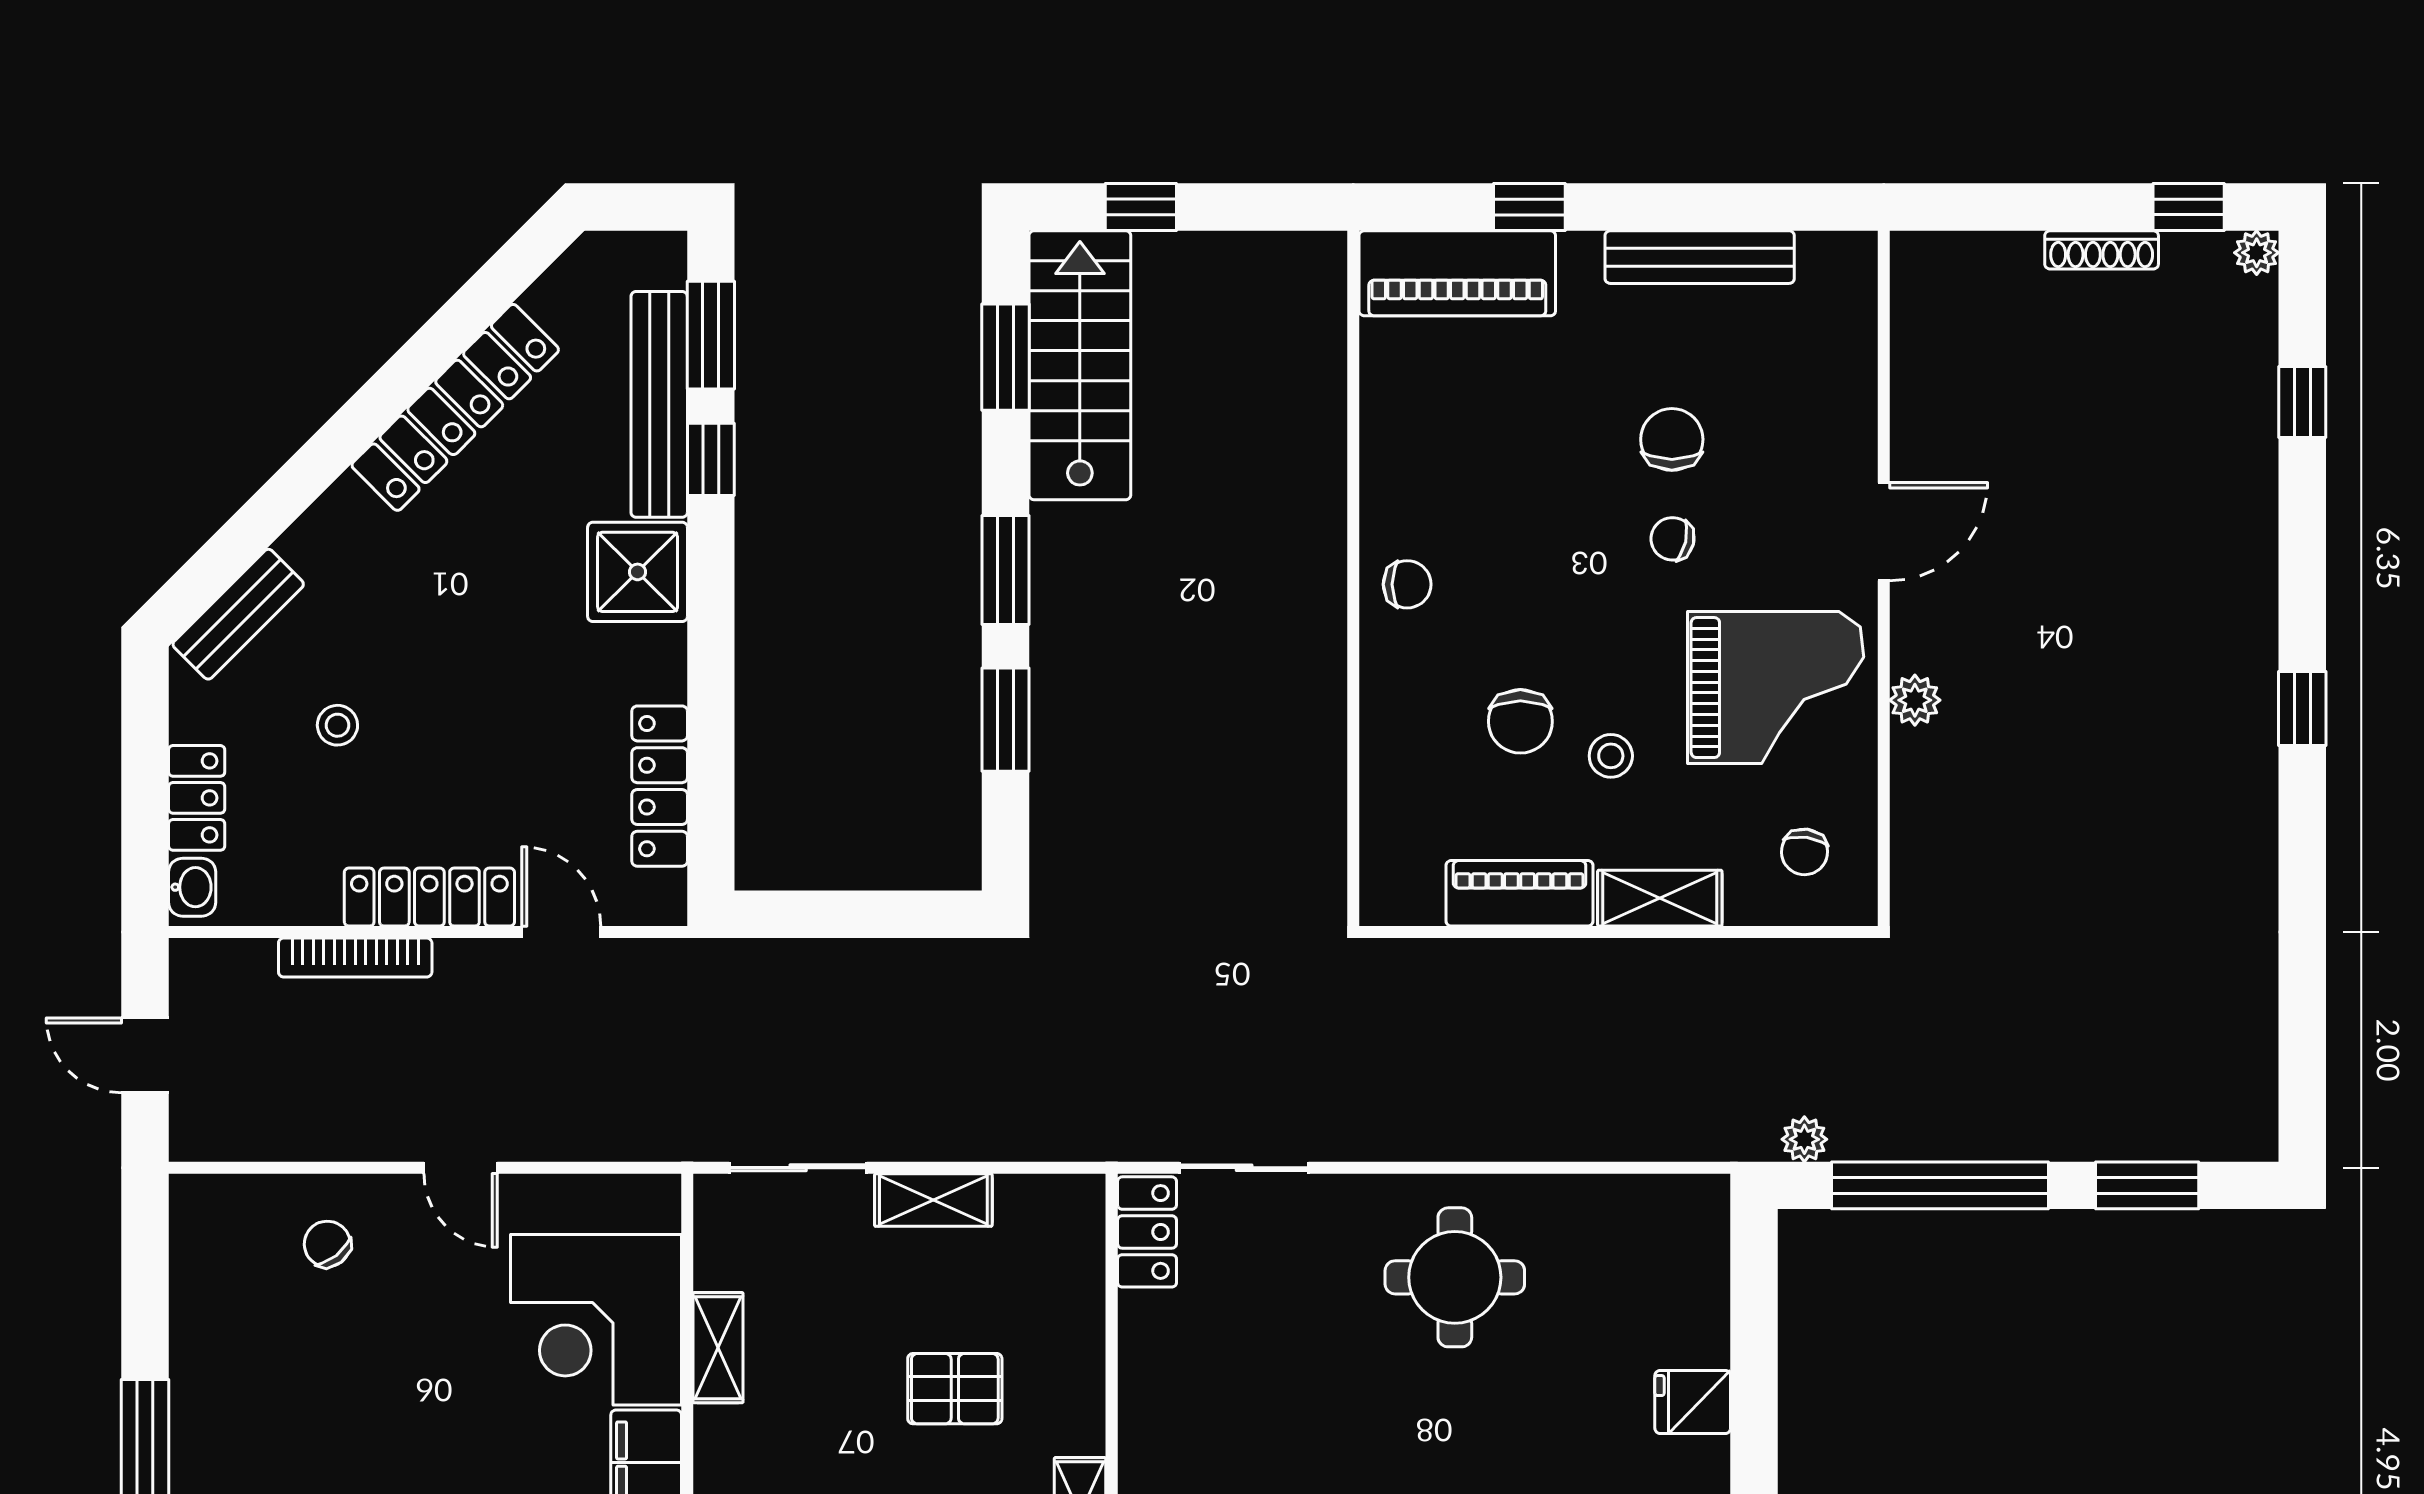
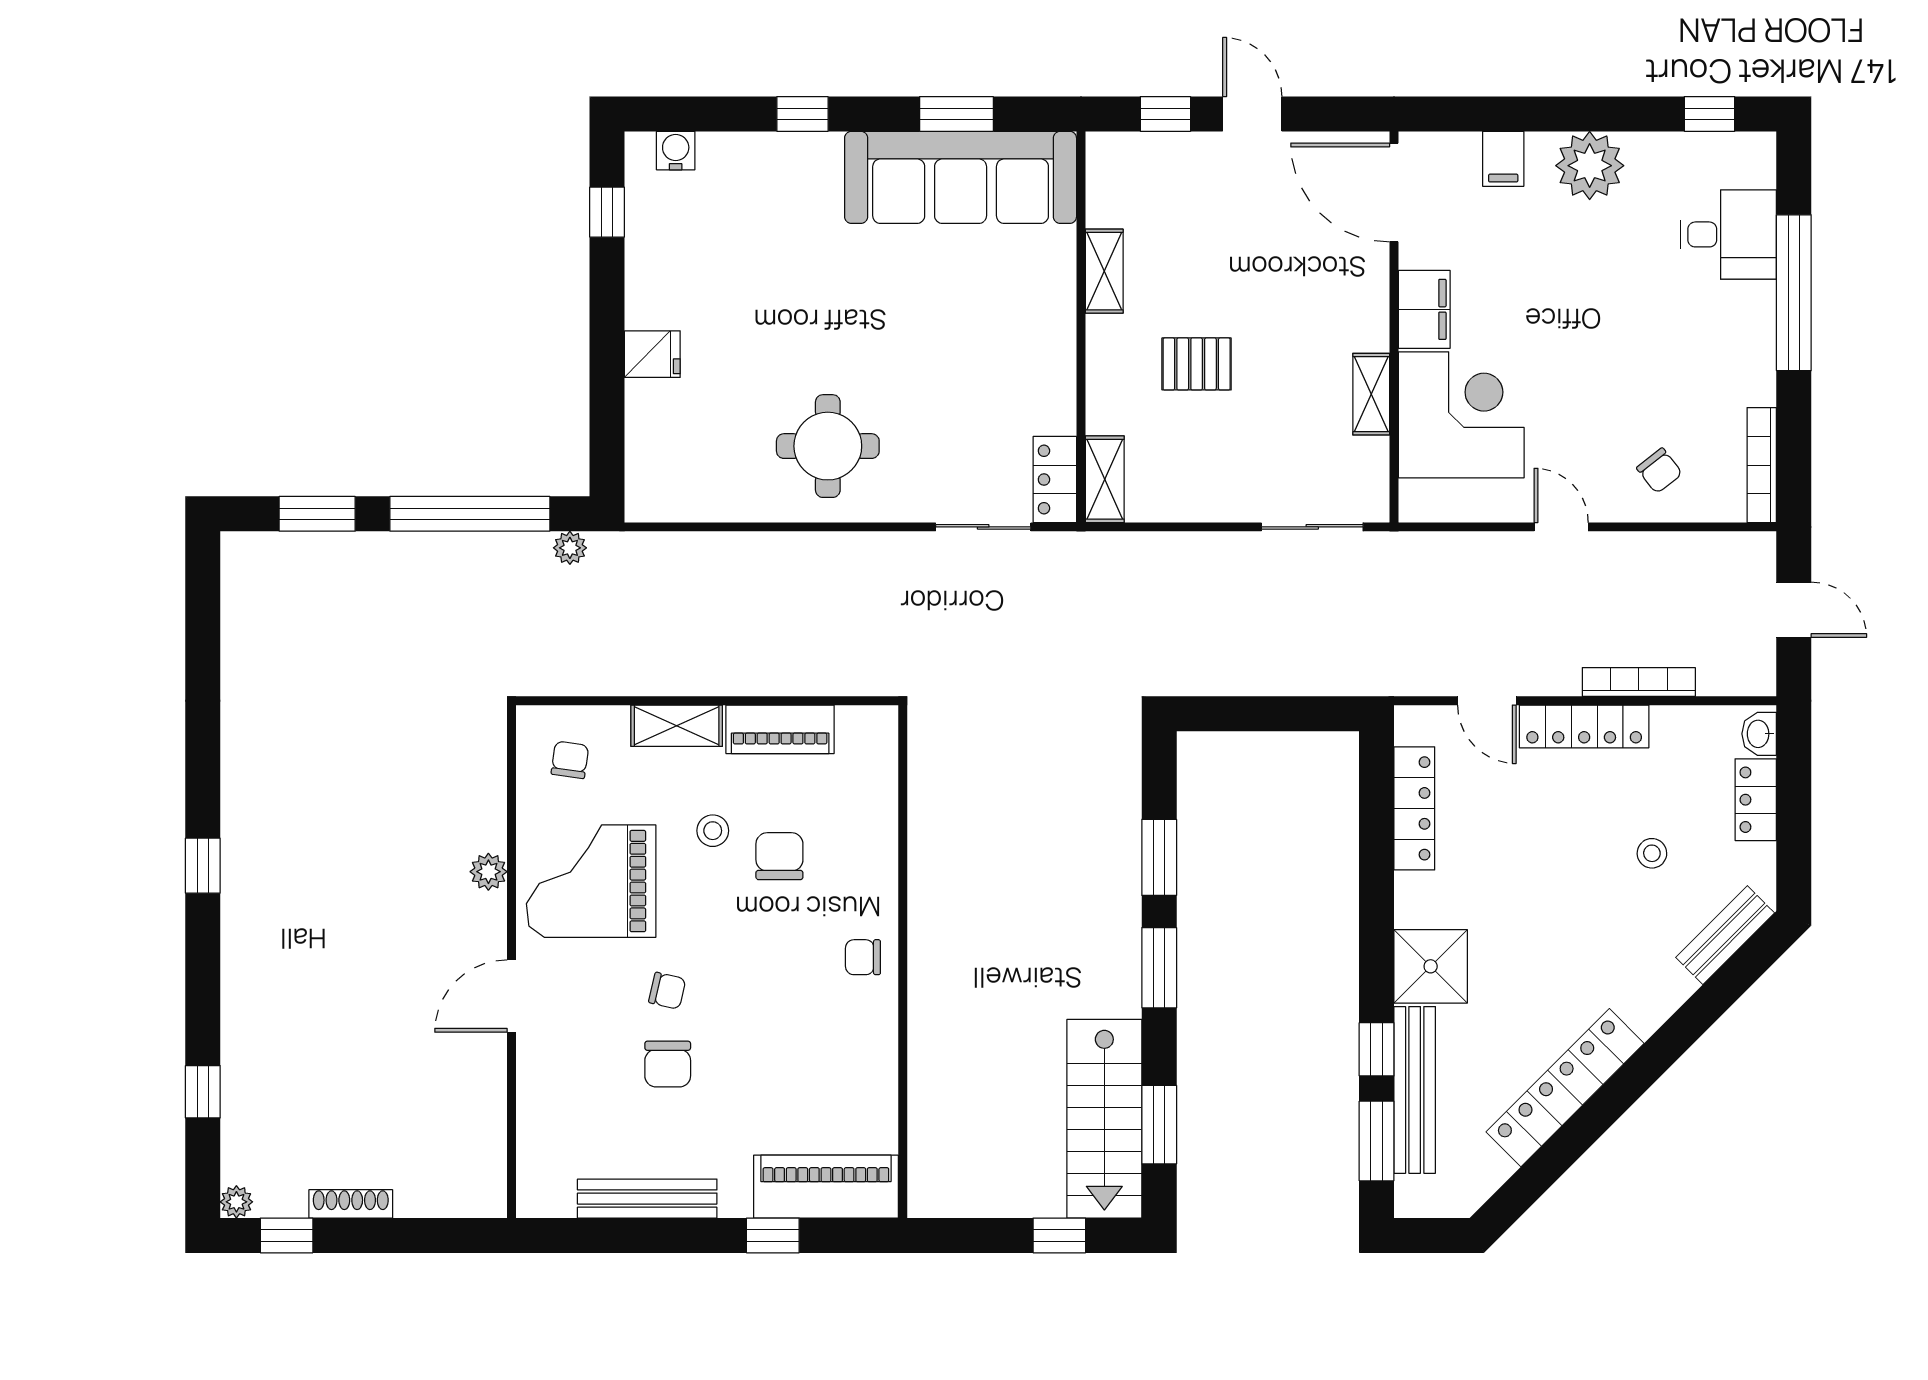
shelving: (933, 1200) -> (1105, 479), moved, turned 90
bookcase: (189, 1252) -> (1762, 465), added

